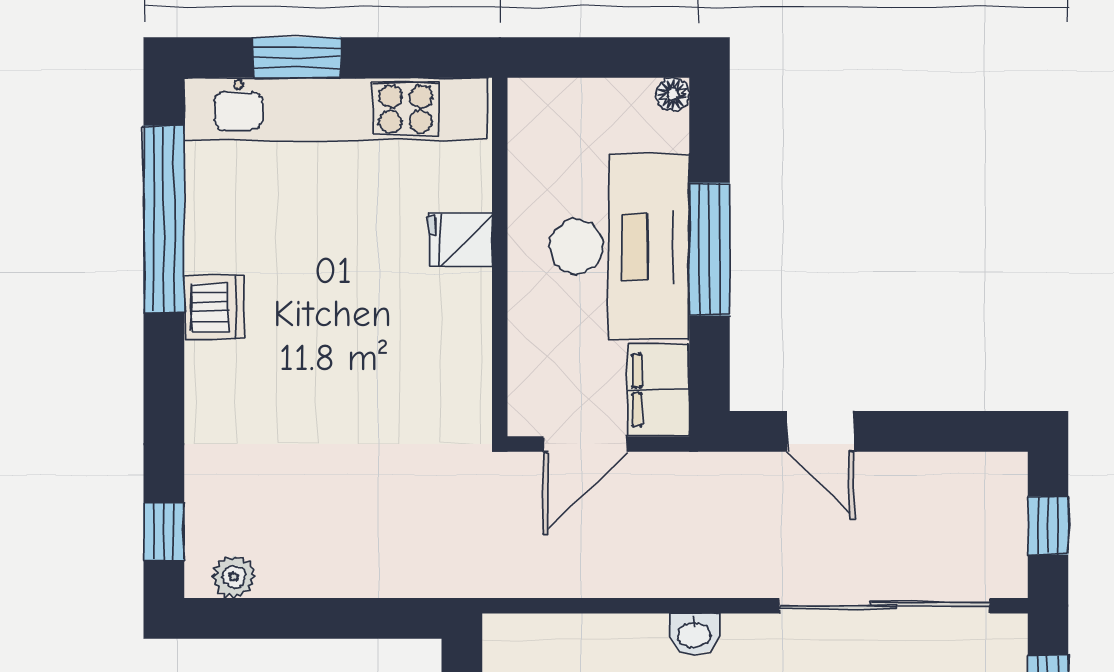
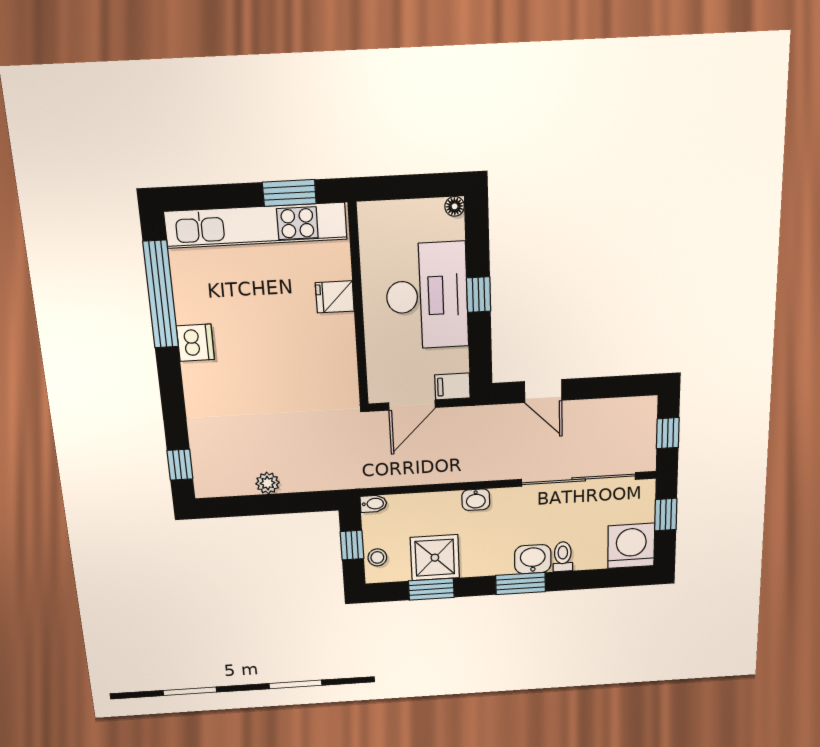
window: (297, 58) -> (289, 193), moved
window: (709, 249) -> (479, 295), width x0.46
filing cabinet: (658, 390) -> (452, 386), width x0.50
plant: (234, 577) -> (268, 483), moved
bidet: (506, 630) -> (373, 504), added

